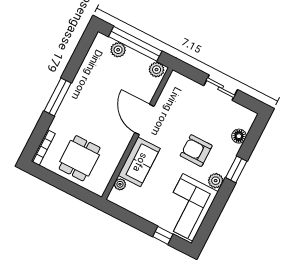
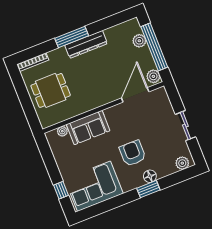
dresser: (75, 93) -> (86, 44), added
door: (144, 119) -> (135, 95), moved
floor lamp: (239, 136) -> (150, 176), moved
plant: (216, 181) -> (182, 163), moved

